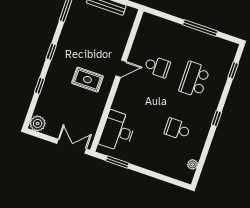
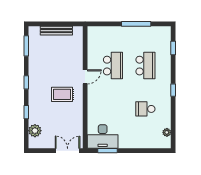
school desk: (157, 67) -> (113, 66), width x1.85
school desk: (194, 79) -> (145, 66), turned 180
plant: (38, 123) -> (35, 131), moved
desk: (118, 131) -> (103, 137), moved, turned -90

